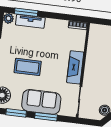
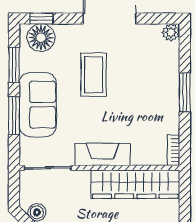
window: (26, 12) -> (185, 92), moved
tv unit: (30, 21) -> (170, 70), removed
wardrobe: (95, 50) -> (135, 184), added

